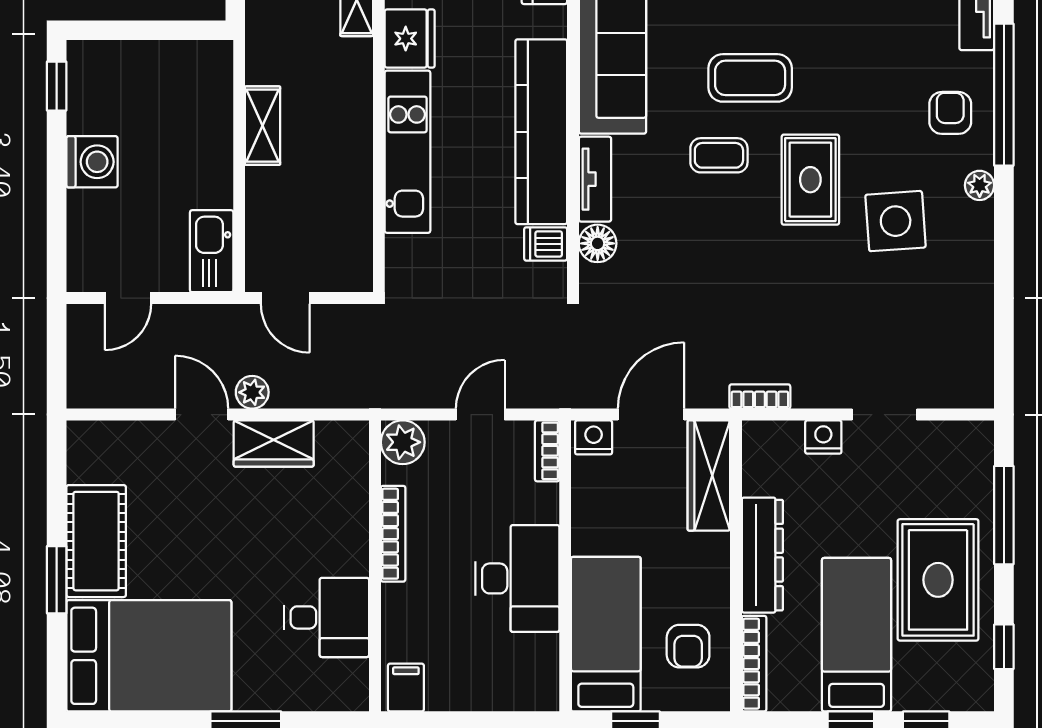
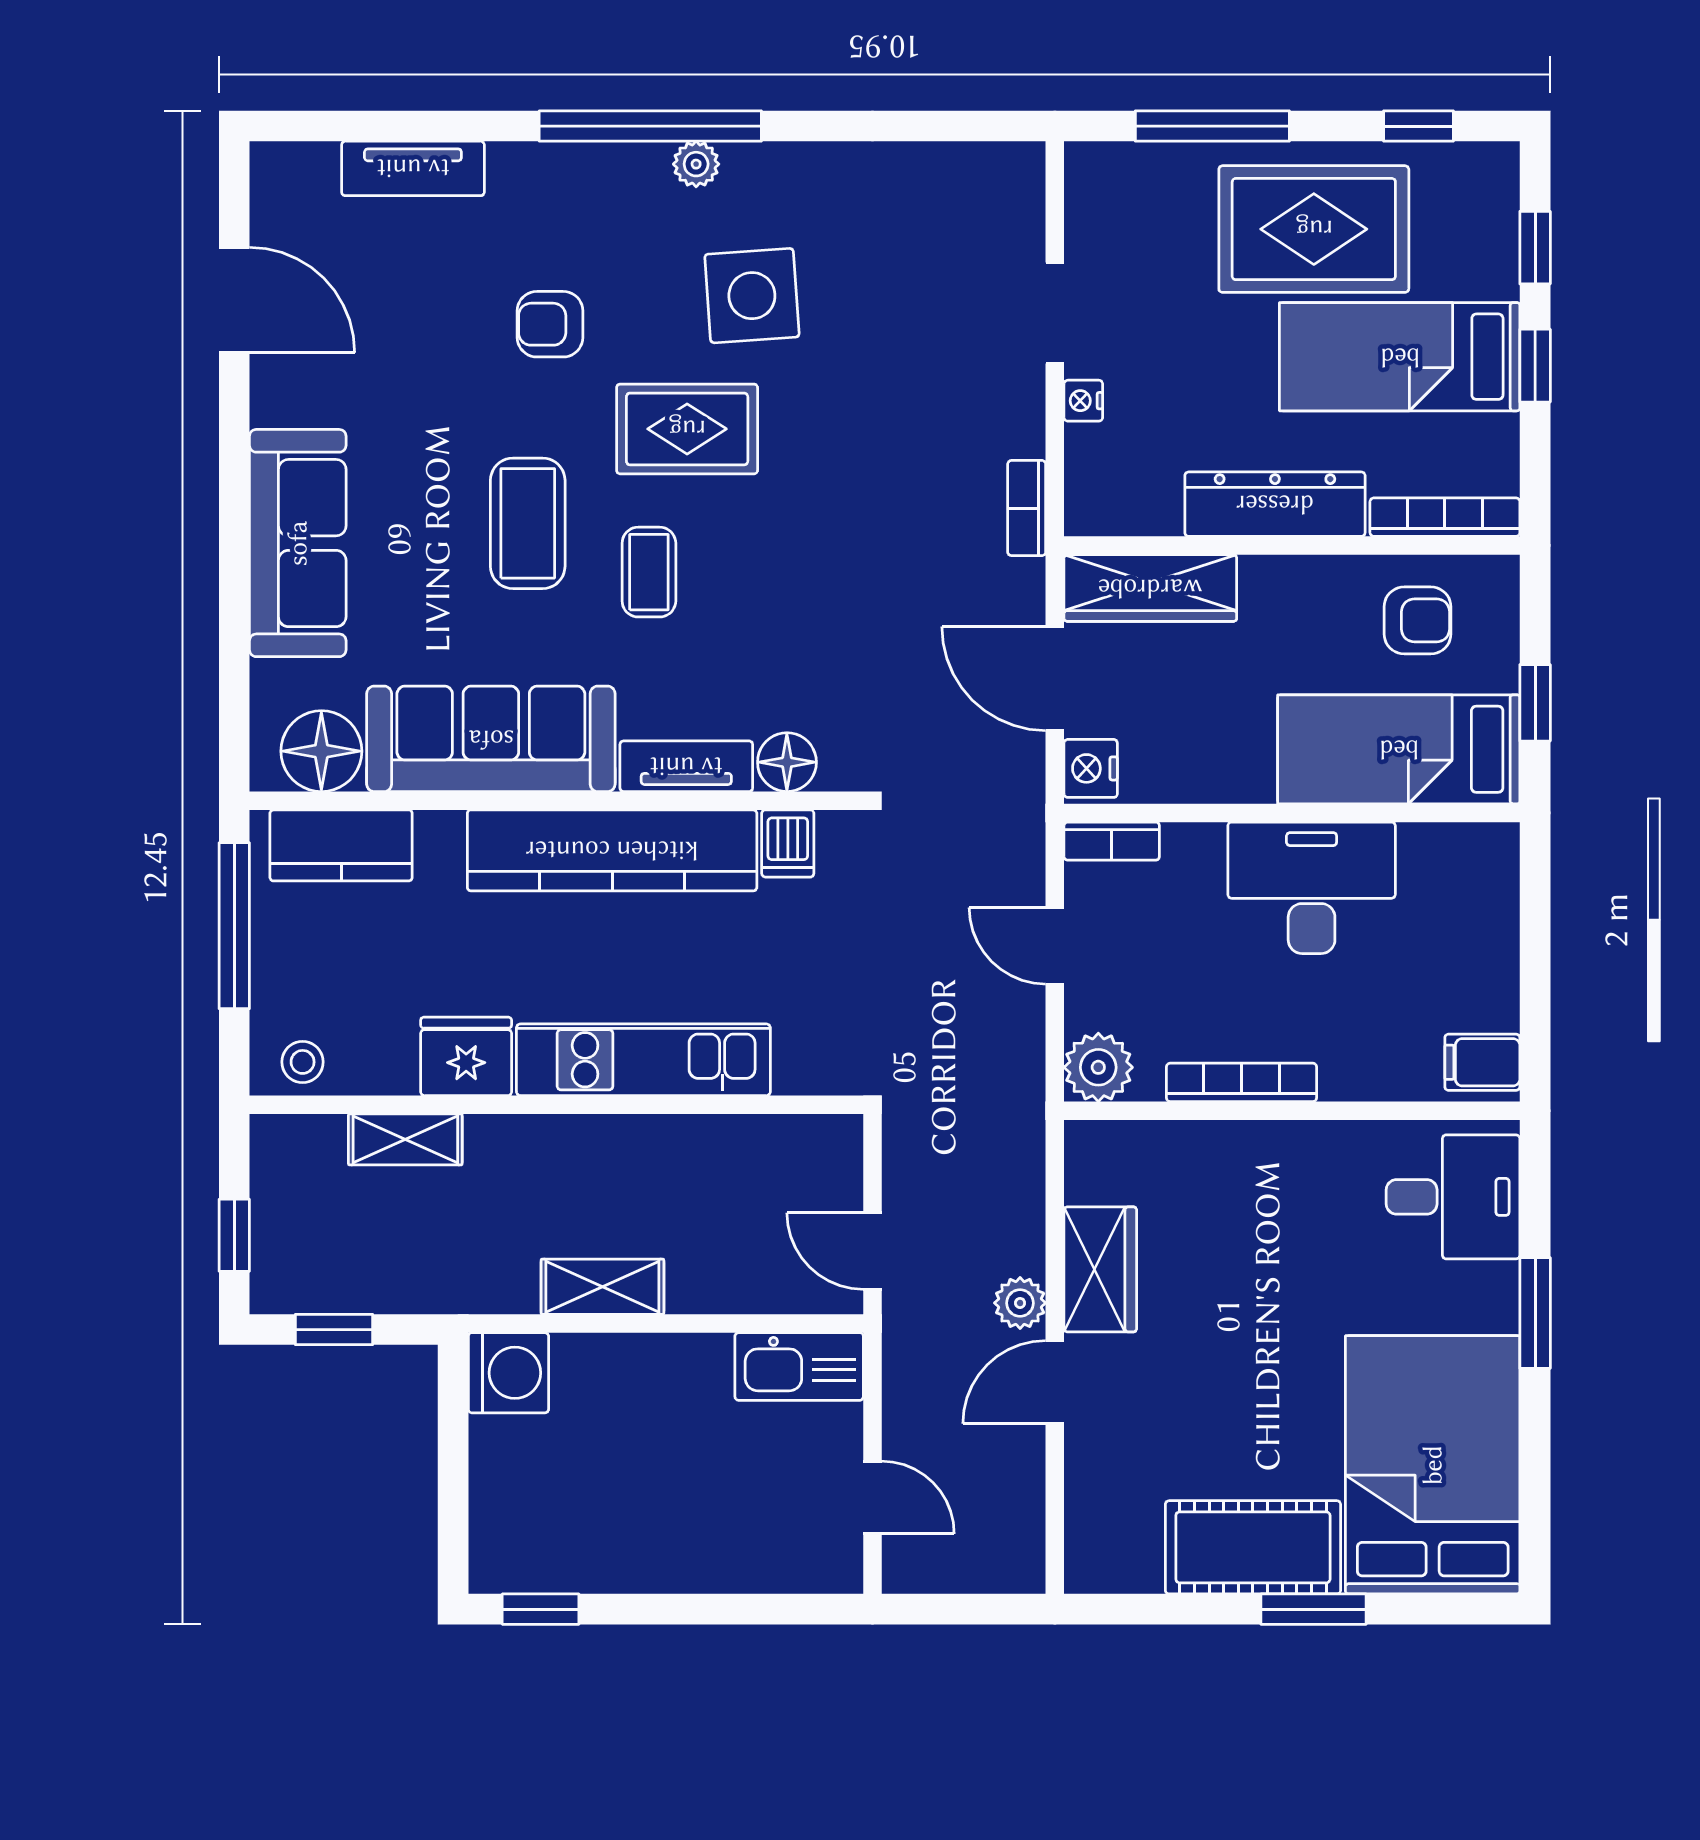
window: (1004, 95) -> (650, 126), moved
armchair: (950, 113) -> (550, 324), moved
washing machine: (92, 162) -> (508, 1373), moved, turned 90
door: (285, 298) -> (873, 1251), swing flipped
nightstand: (823, 437) -> (1083, 401), width x0.72, depth x0.74
desk: (326, 617) -> (1453, 1197), moved, turned 90

